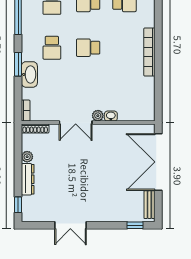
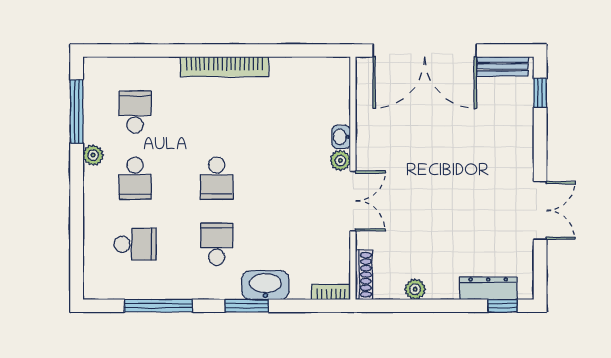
school desk: (52, 48) -> (217, 244), turned -90
dresser: (28, 179) -> (488, 288), moved

